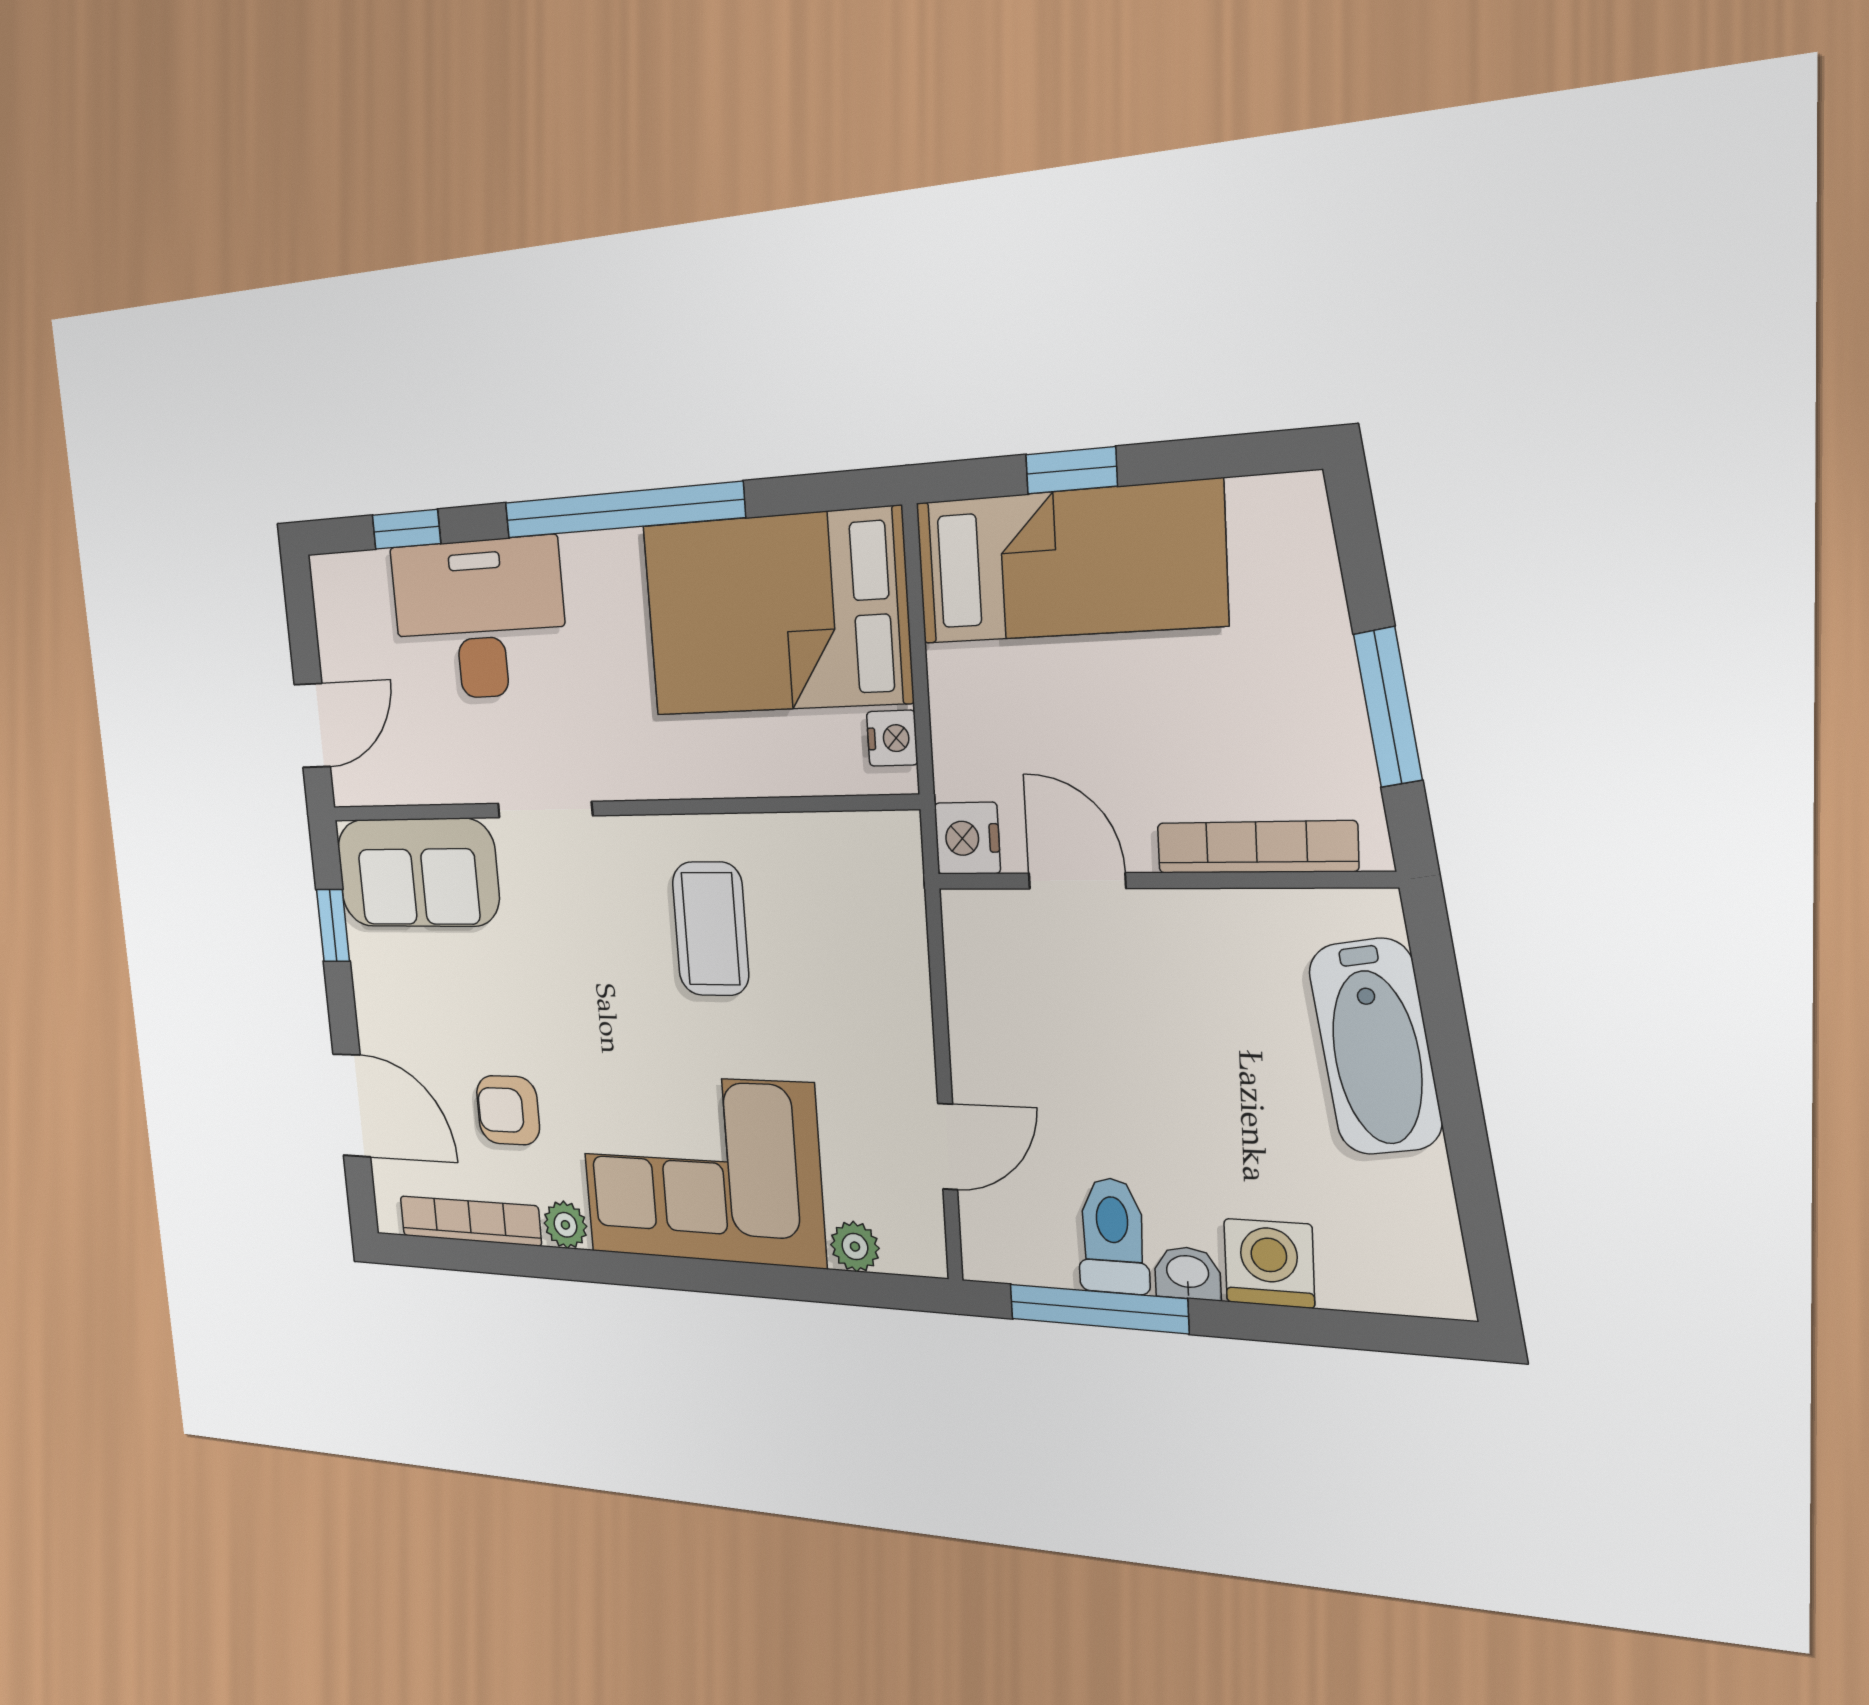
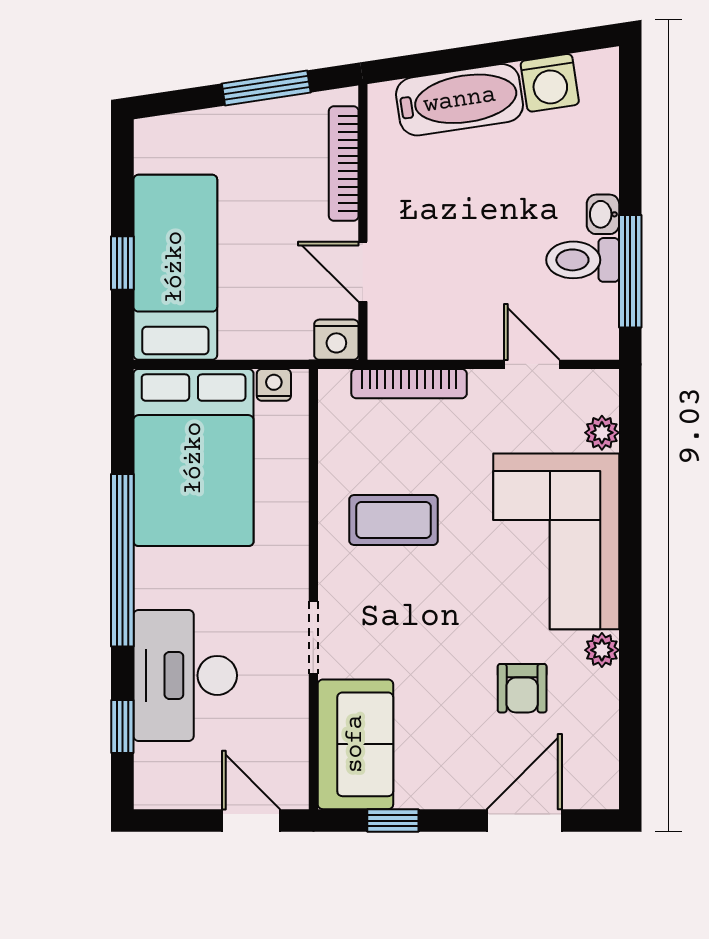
door: (1077, 881) -> (363, 272), hinge flipped
bookcase: (470, 1221) -> (409, 384), moved, turned -90
washing machine: (1269, 1263) -> (550, 83), moved, turned -99

